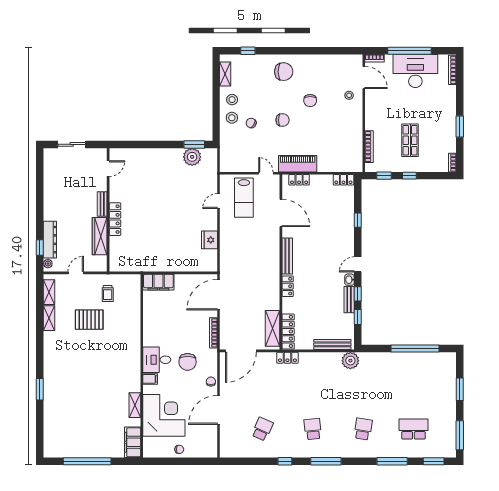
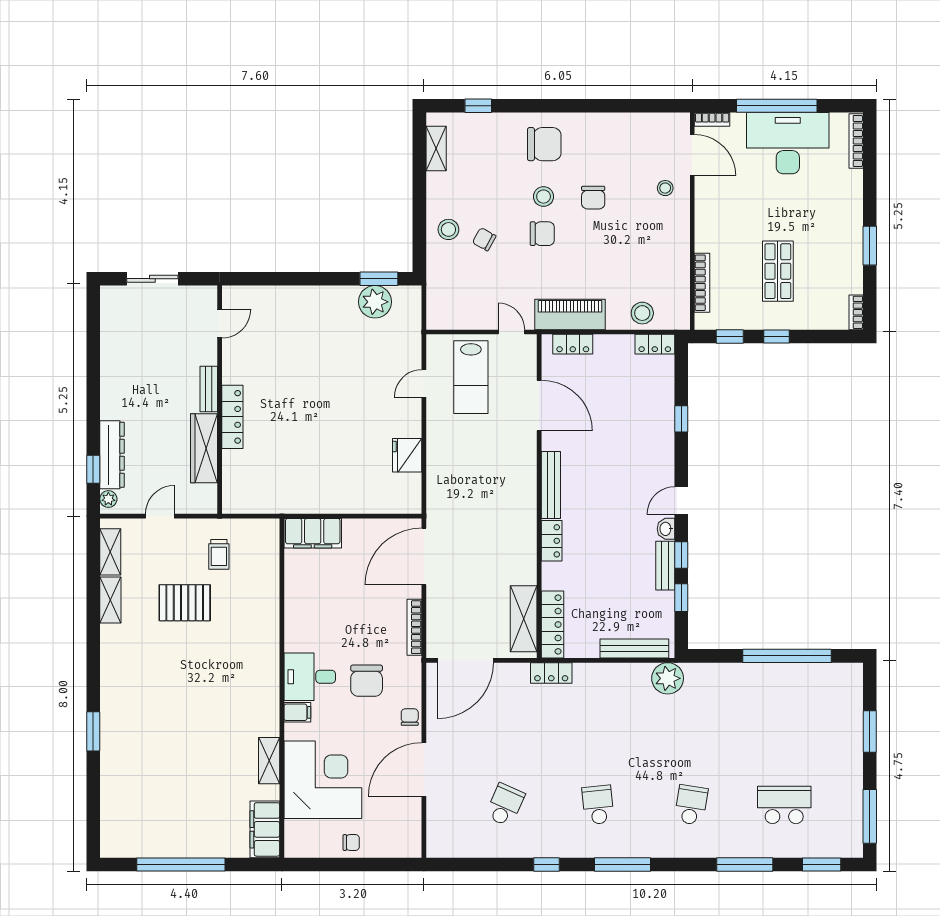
stool: (232, 100) -> (544, 197), moved
stool: (337, 163) -> (642, 313), added

